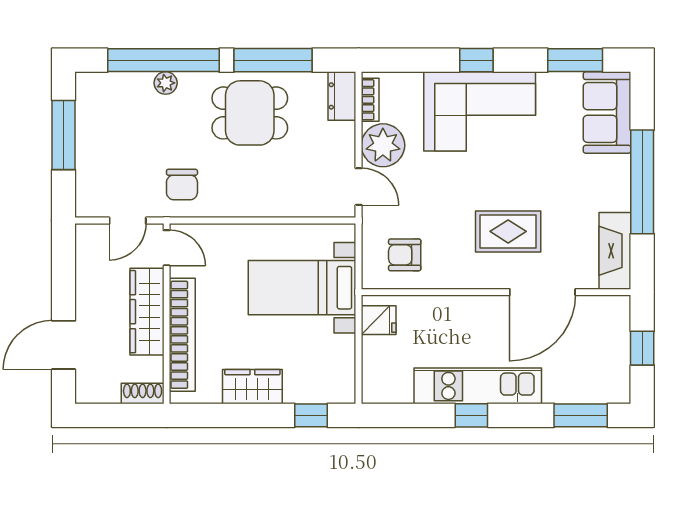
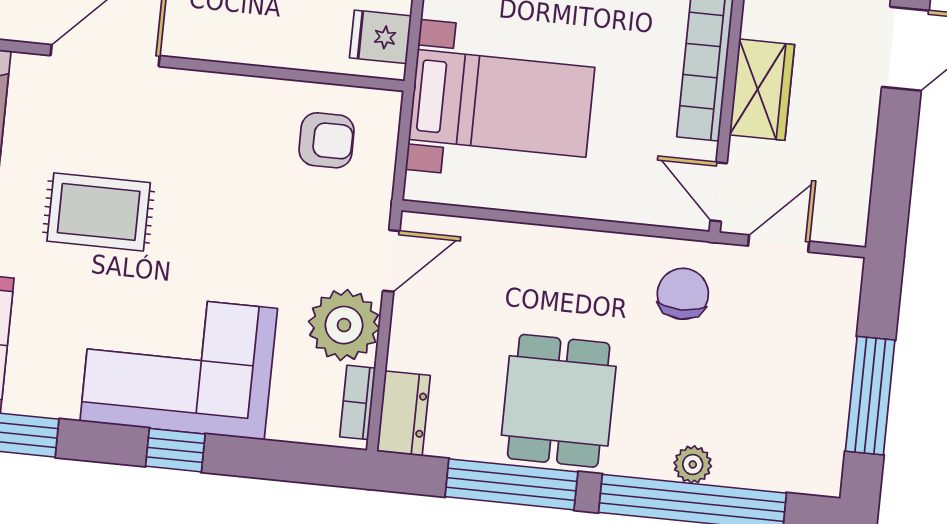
dining table: (250, 113) -> (559, 401), turned 90
door: (359, 187) -> (391, 261), swing flipped
rug: (508, 231) -> (99, 212), moved
wardrobe: (147, 312) -> (762, 90), width x0.67

